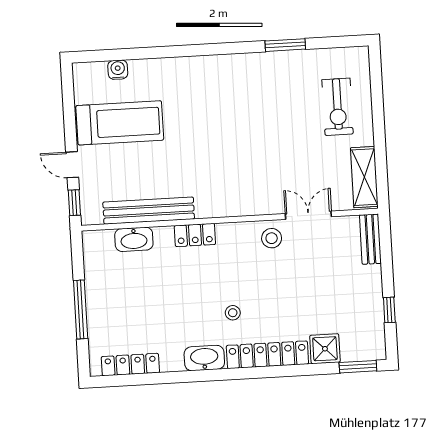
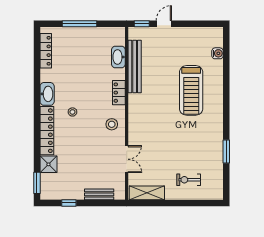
exercise bike: (338, 107) -> (189, 180), width x0.73, depth x0.72
treadmill: (120, 123) -> (191, 90), moved
stool: (272, 238) -> (112, 124), moved
bench: (370, 239) -> (99, 194), moved

